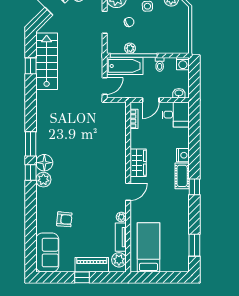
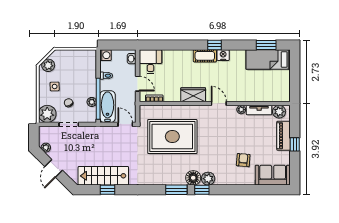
rug: (91, 139) -> (172, 137), added
nightstand: (183, 155) -> (223, 55), moved
bed: (148, 247) -> (268, 59), moved

